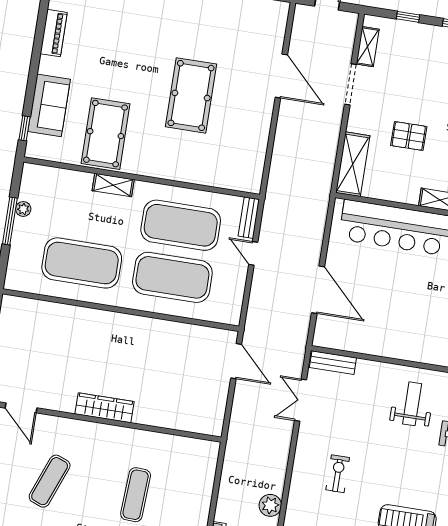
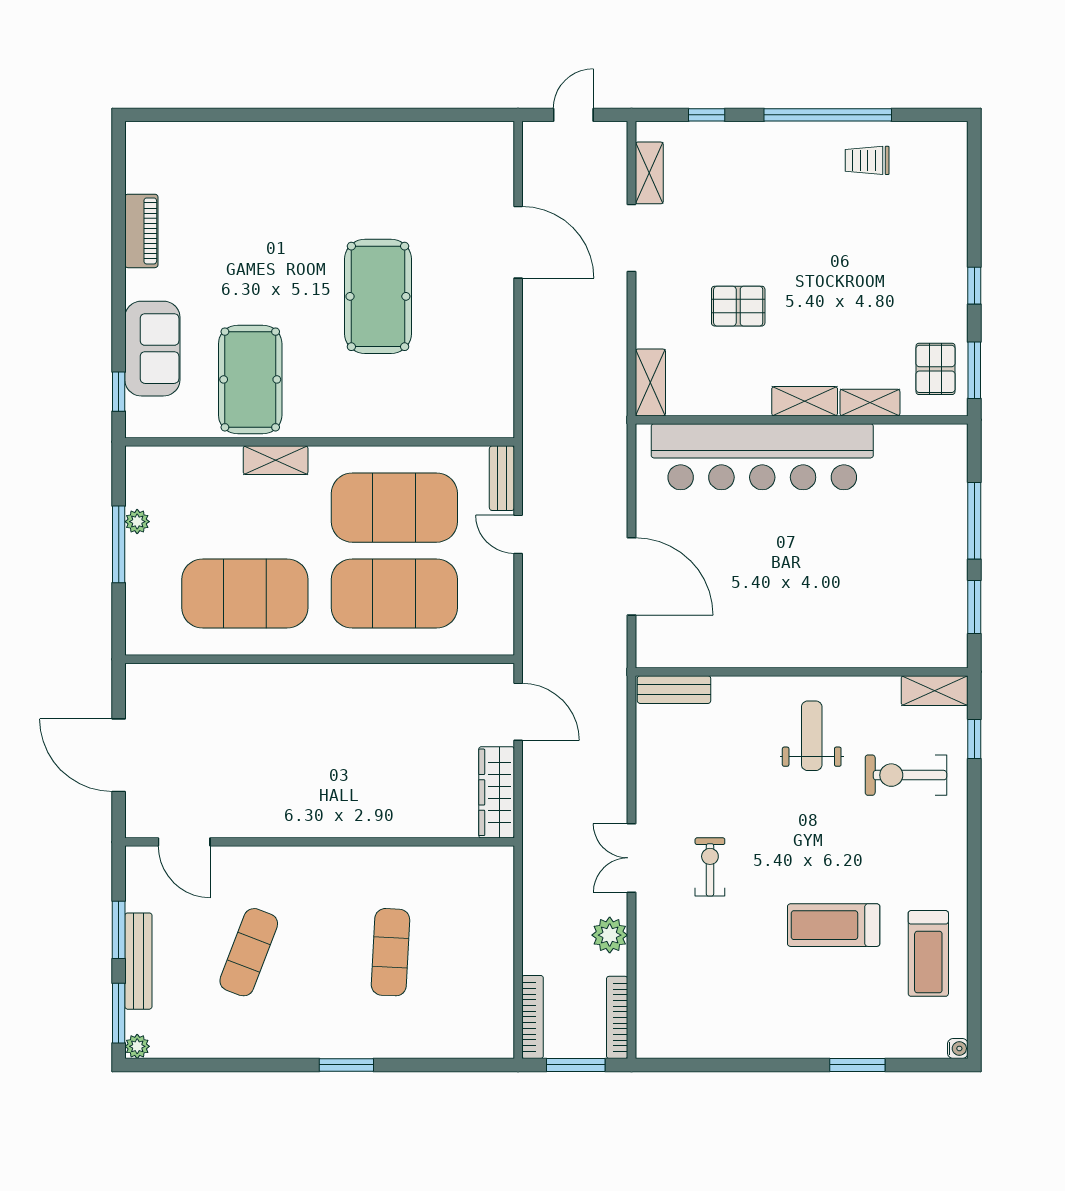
shelving: (353, 164) -> (650, 382), width x0.67, depth x0.75
double door: (300, 400) -> (631, 858), moved
wardrobe: (105, 408) -> (497, 792), moved, turned -90

